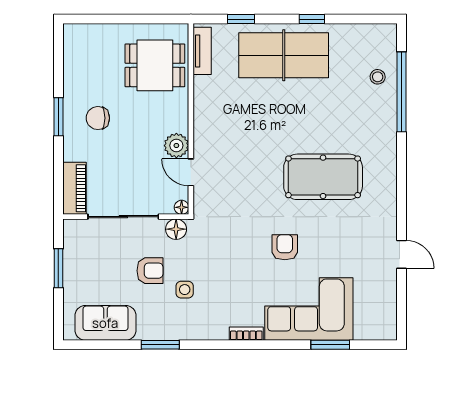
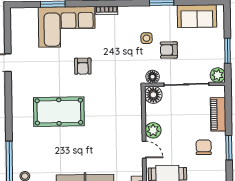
chair: (98, 118) -> (204, 147), turned -90
door: (191, 172) -> (144, 150), moved
piano: (74, 188) -> (218, 114), moved
floor lamp: (182, 207) -> (153, 95), width x1.89, depth x1.89
plant: (74, 230) -> (218, 75), added

